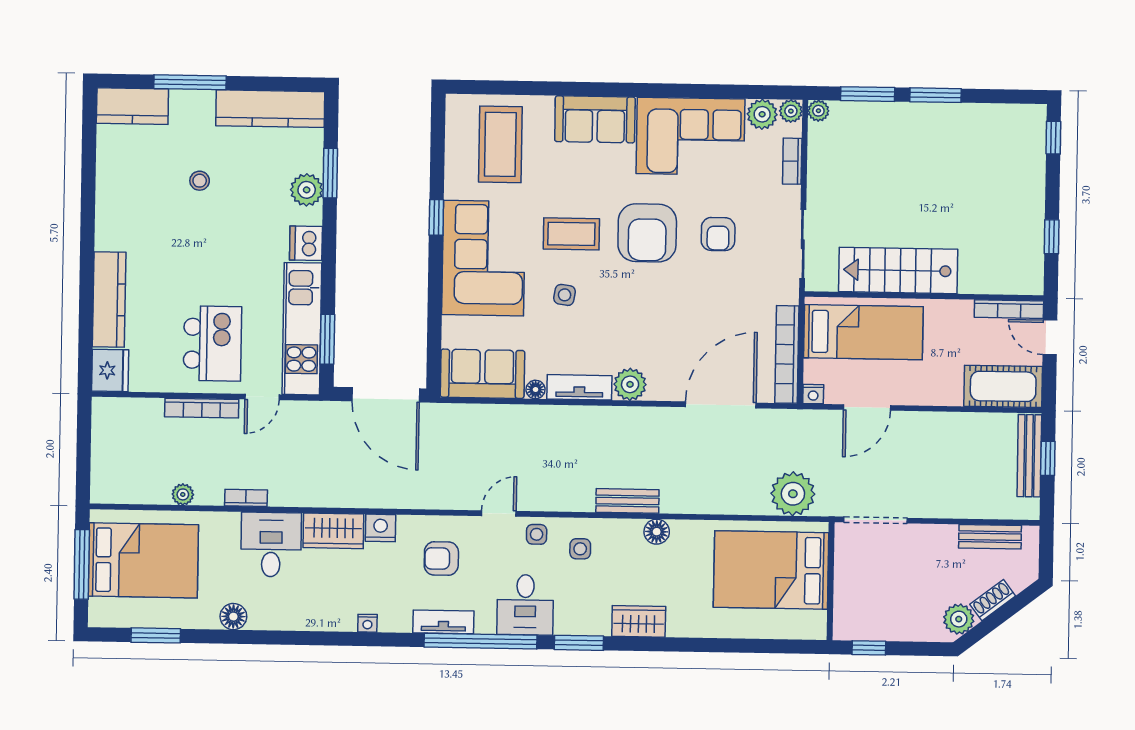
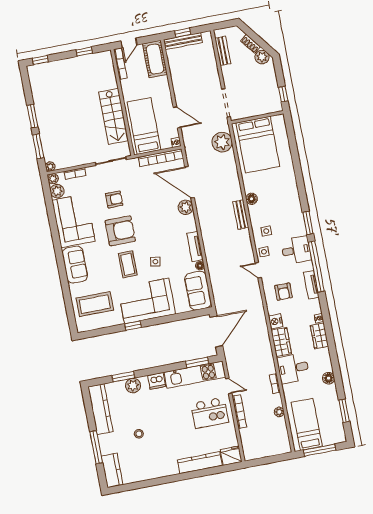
kitchen island: (212, 344) -> (210, 413), turned 180
plant: (630, 384) -> (186, 207), moved
bed: (143, 560) -> (307, 424), width x0.67
wardrobe: (639, 621) -> (319, 336), moved

